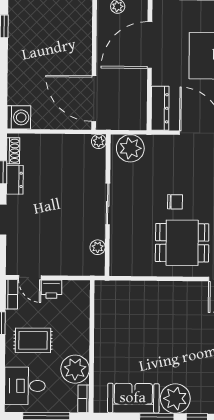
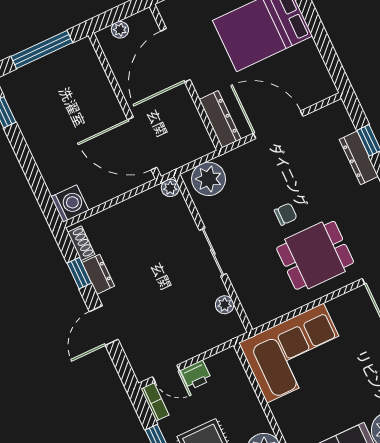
corner sofa: (133, 308) -> (295, 353), added

